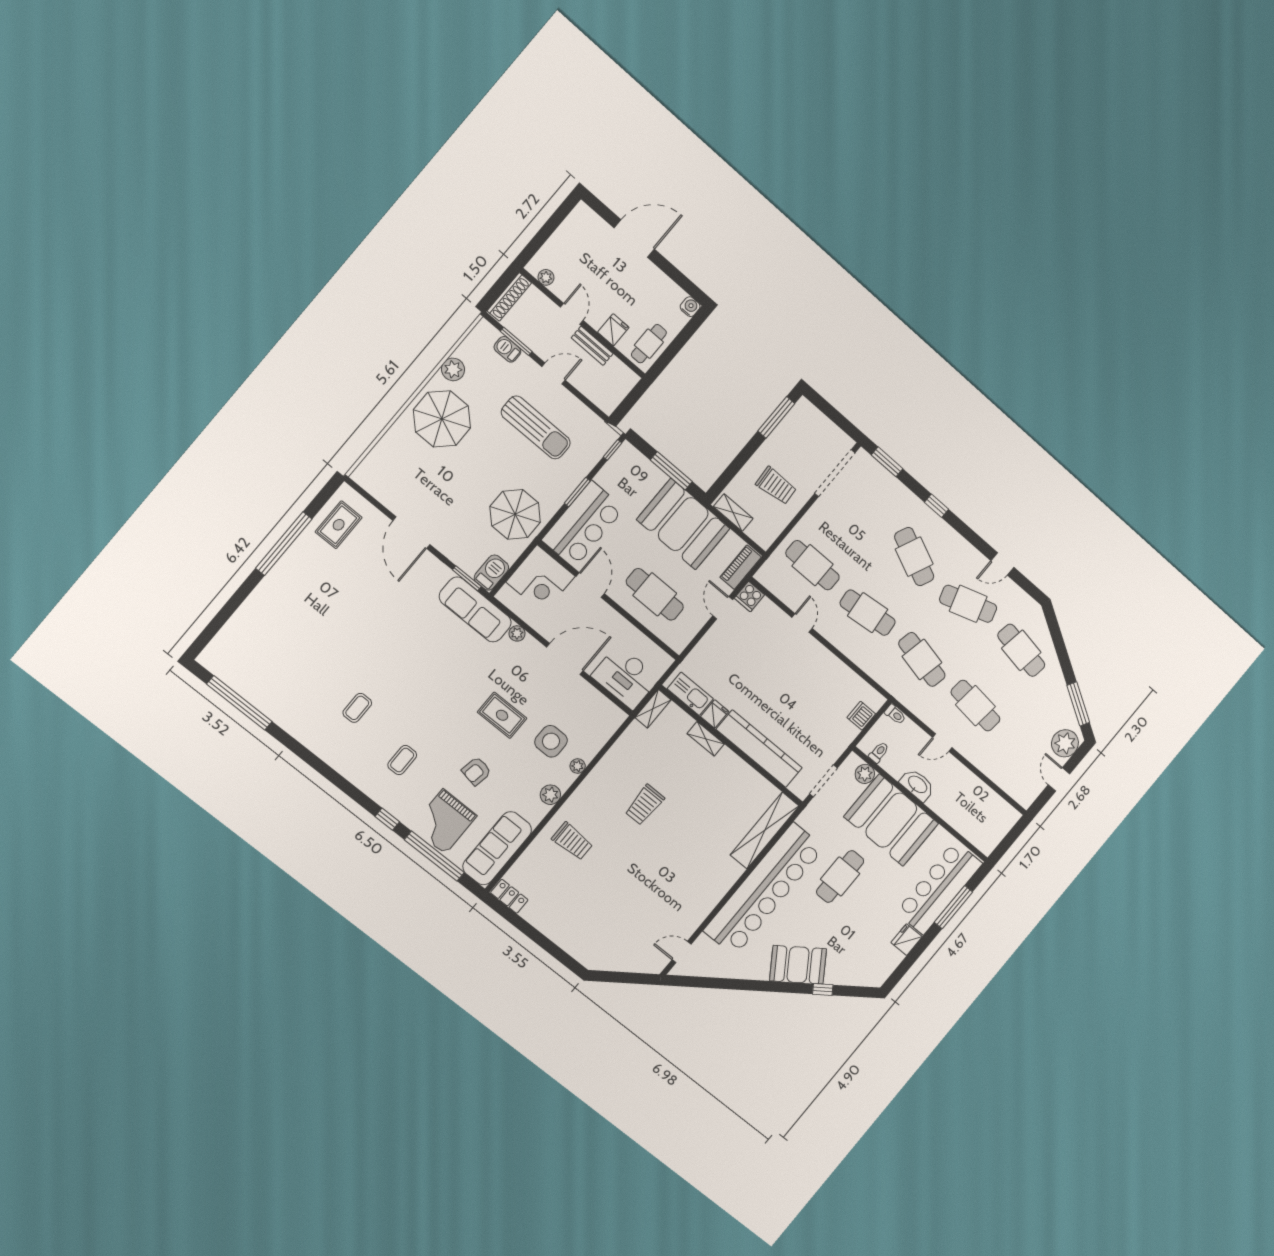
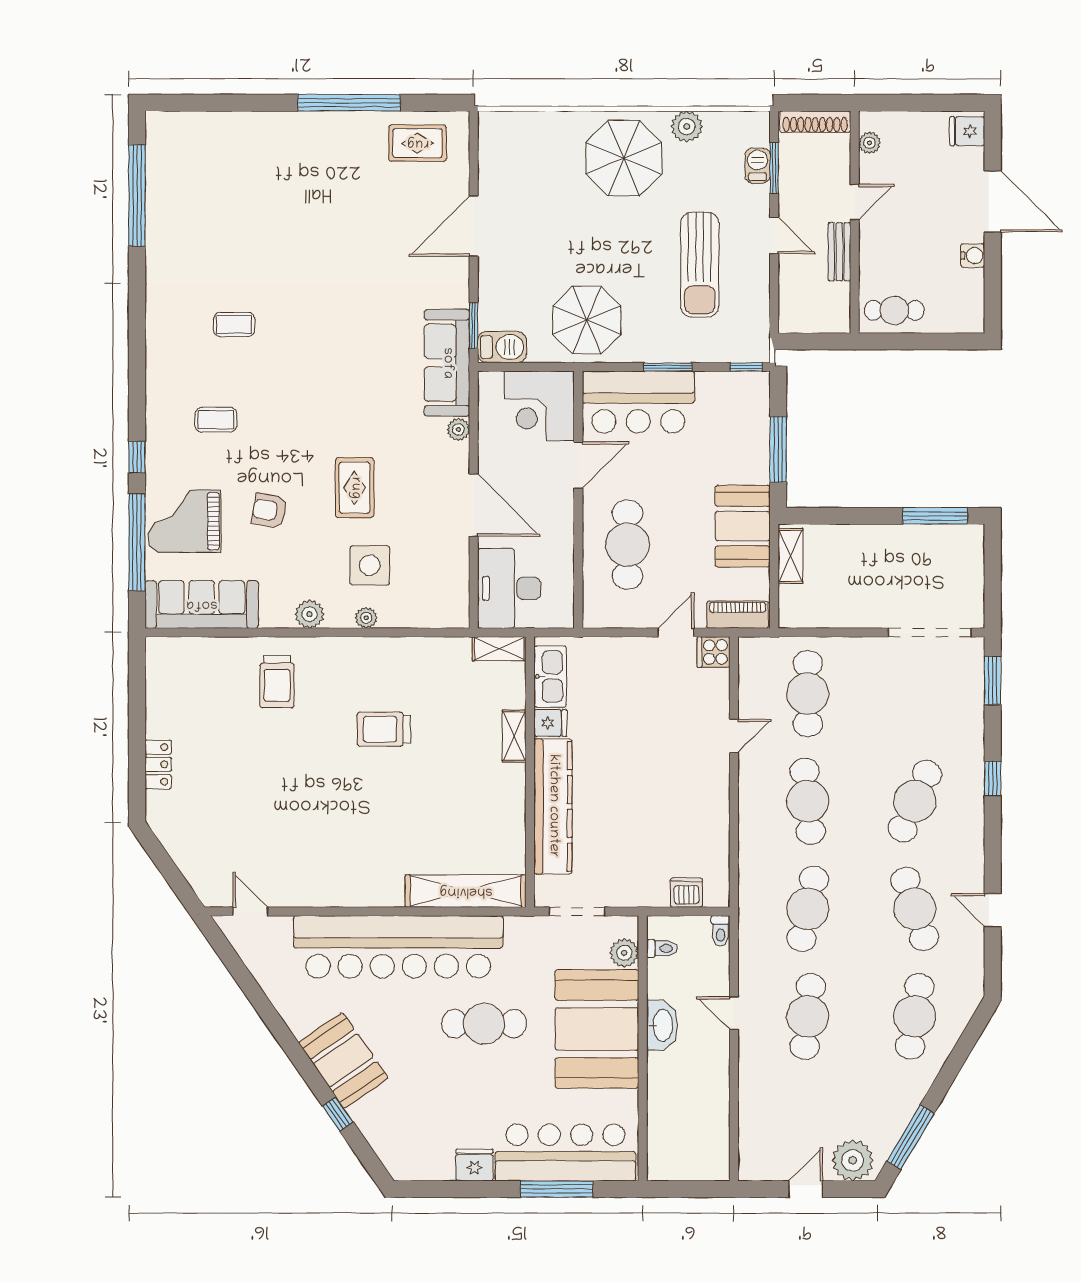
water cooler: (690, 307) -> (973, 255), moved
fridge: (613, 330) -> (967, 131), moved, turned 180
trolley: (776, 486) -> (860, 579), removed
booth: (683, 524) -> (743, 526), width x0.73, depth x0.70
locker: (509, 896) -> (158, 764), moved

